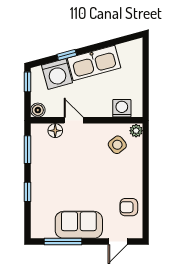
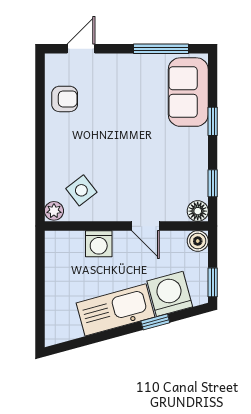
washing machine: (122, 108) -> (99, 244), moved
floor lamp: (55, 131) -> (198, 211), moved
window: (28, 150) -> (213, 183), width x0.67
sofa: (79, 225) -> (188, 92), moved, turned 90

